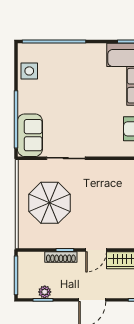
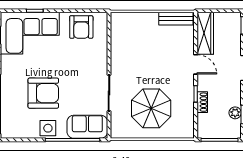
side table: (29, 71) -> (48, 128), moved
armchair: (66, 89) -> (43, 93), added
shoe rack: (61, 257) -> (202, 102), width x0.70

